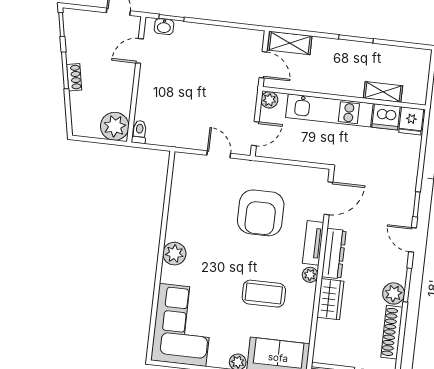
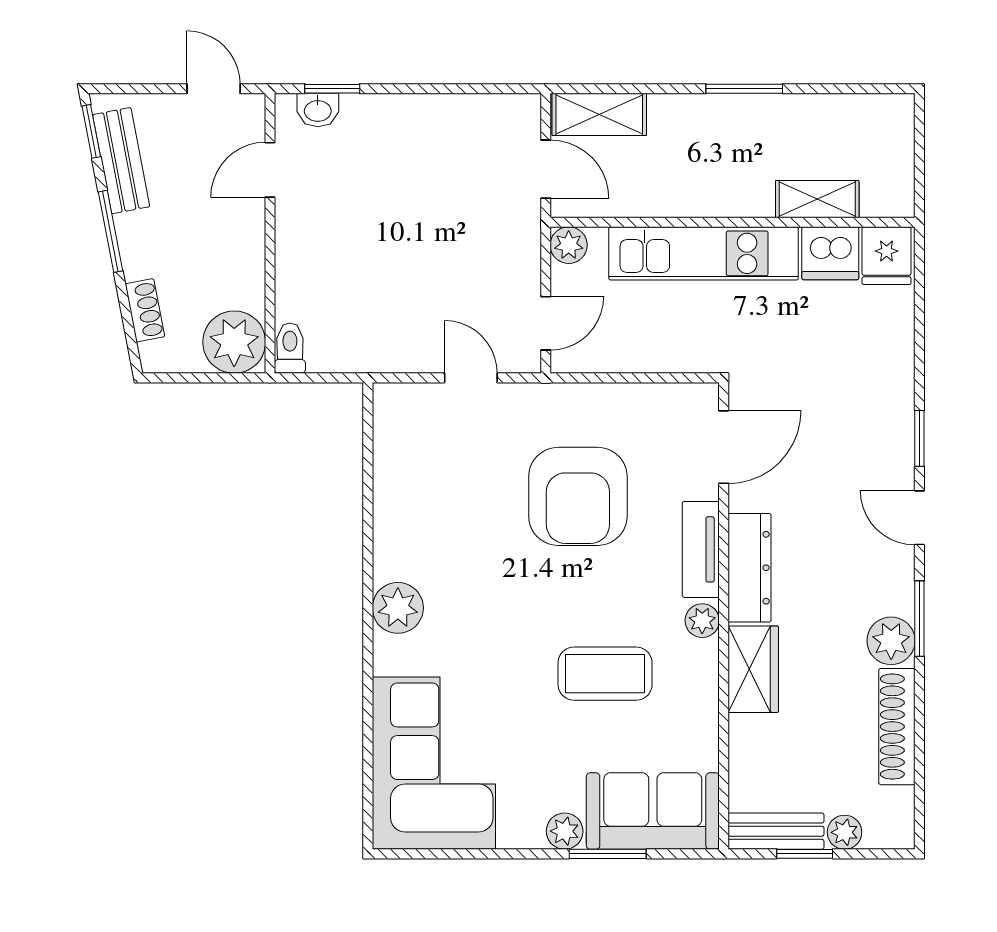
bench: (73, 39) -> (121, 161), added
shoe rack: (74, 77) -> (145, 310), moved

